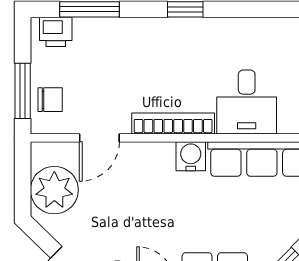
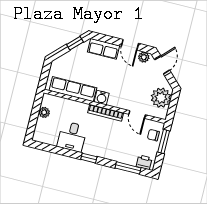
desk: (247, 102) -> (72, 137), moved, turned 180
door: (99, 138) -> (137, 114), swing flipped

